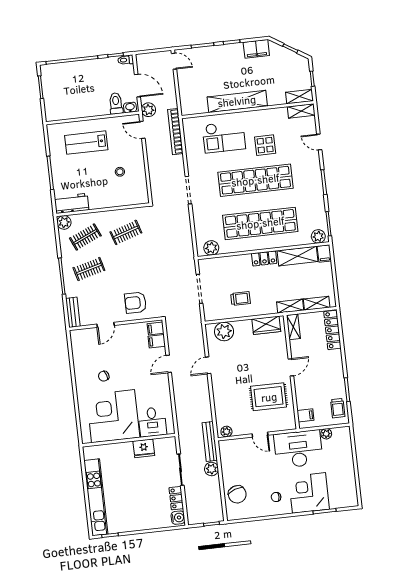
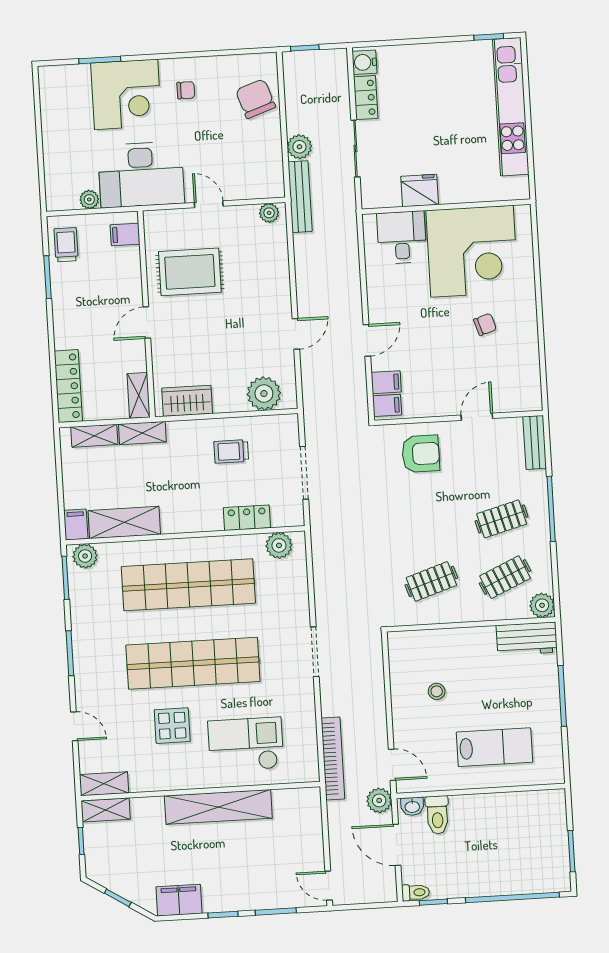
locker: (264, 258) -> (247, 518), moved

